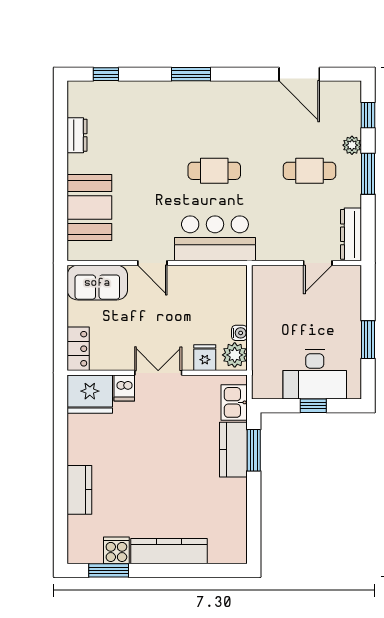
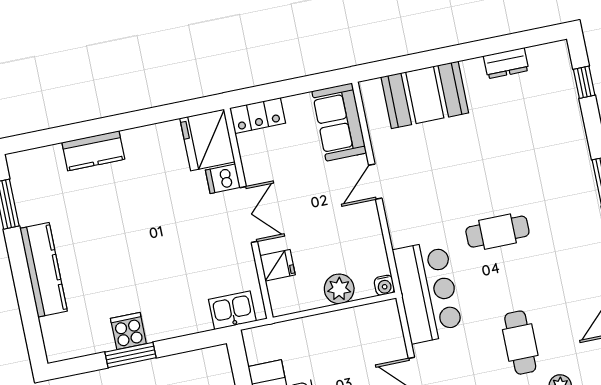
cafe table: (214, 171) -> (497, 232), turned 90
bar counter: (215, 238) -> (428, 292), moved
water cooler: (239, 333) -> (384, 285), moved
plant: (235, 355) -> (339, 289), moved
kitchen counter: (233, 450) -> (177, 321), removed
window: (254, 450) -> (131, 355), moved
cooker: (116, 550) -> (128, 331), moved, turned -90

